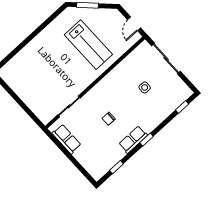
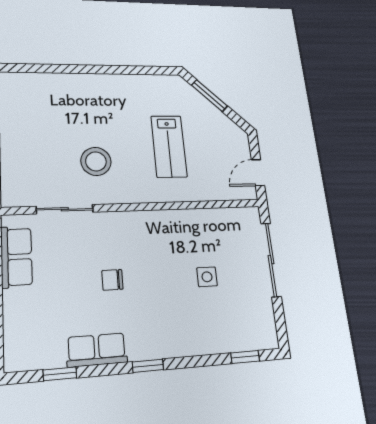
lab bench: (88, 45) -> (169, 146), width x0.73, depth x0.72
stool: (65, 77) -> (96, 161), added
row of seats: (133, 140) -> (97, 350), moved

